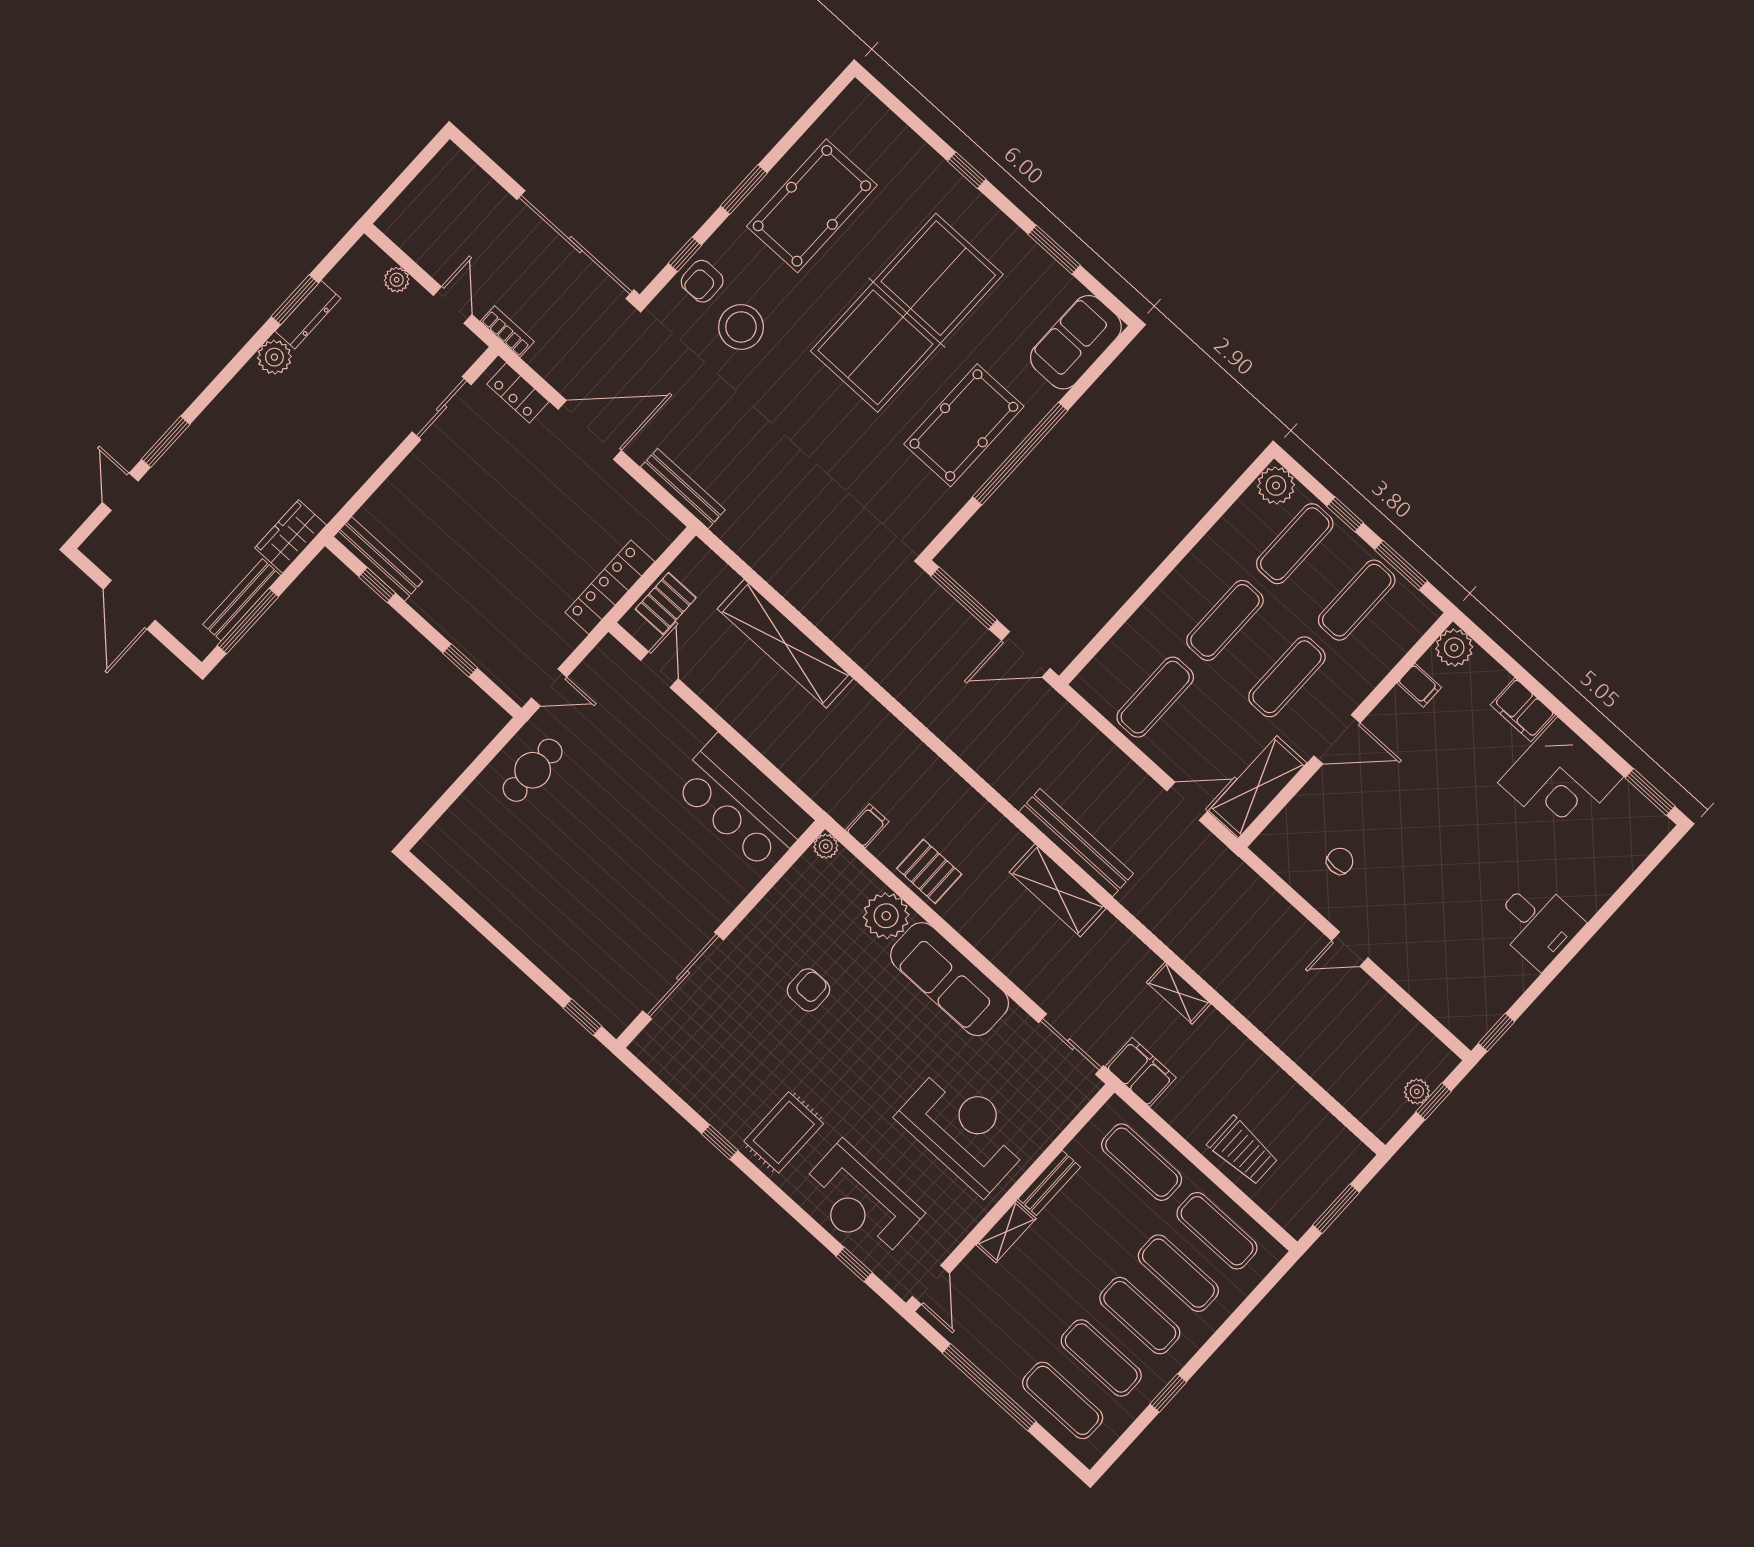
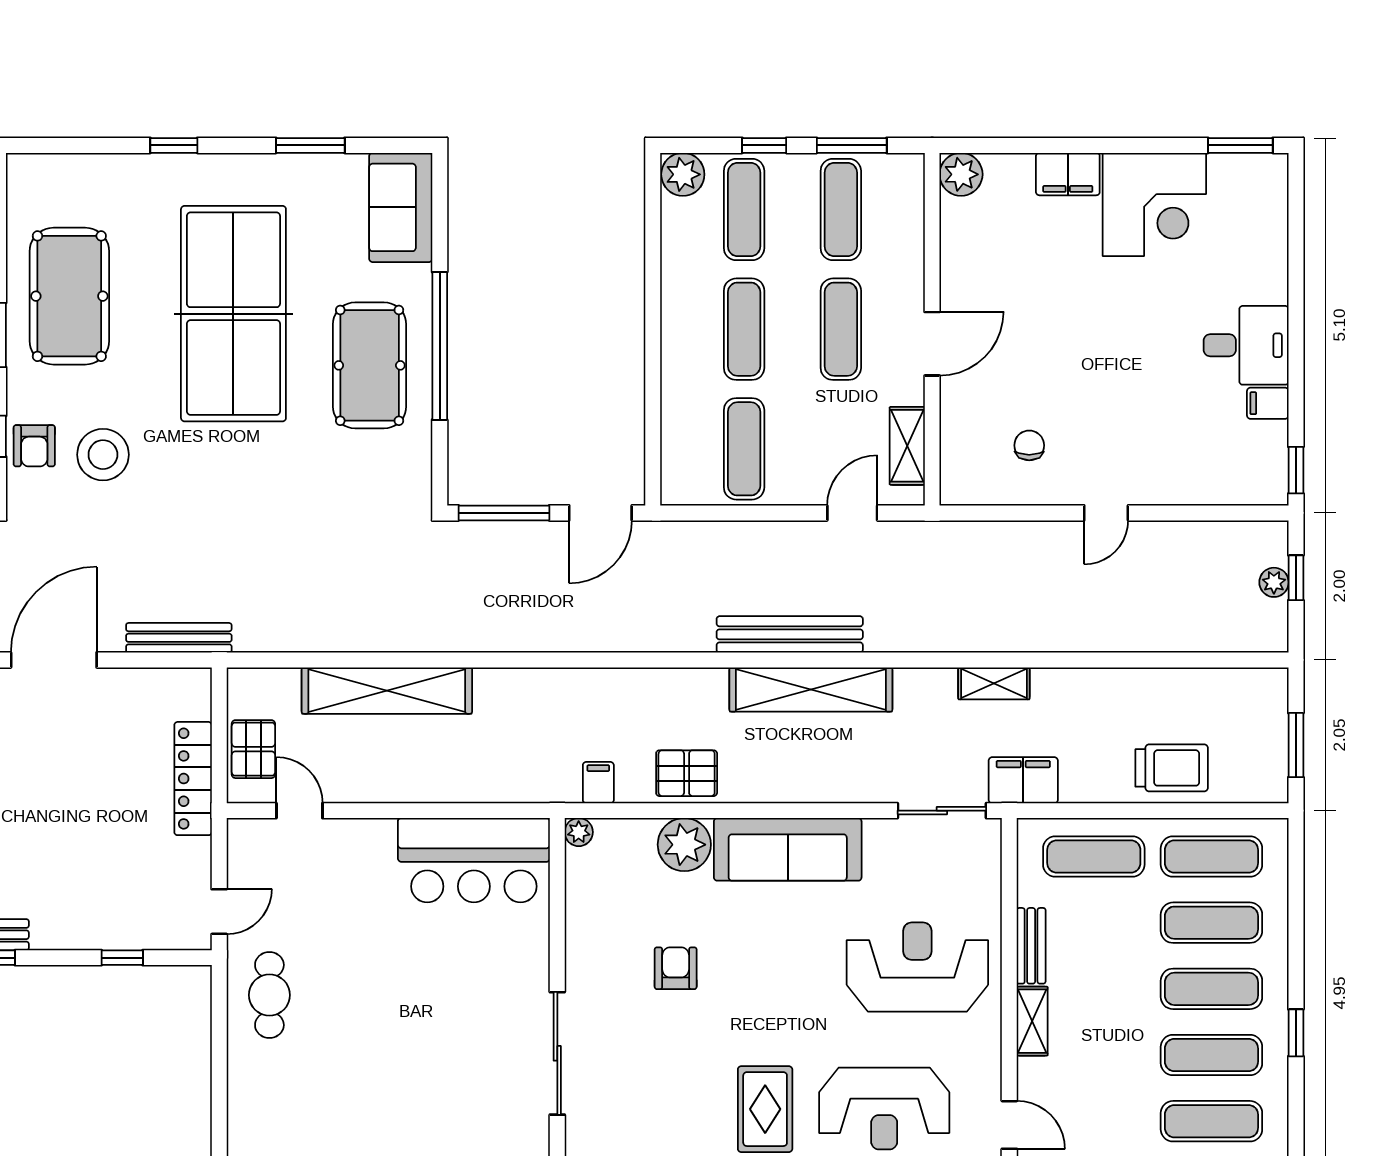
filing cabinet: (1419, 685) -> (1268, 403), moved, turned 180
shelving: (1258, 787) -> (907, 446), width x0.67, depth x0.75
shelving: (1058, 890) -> (811, 690), width x1.47

